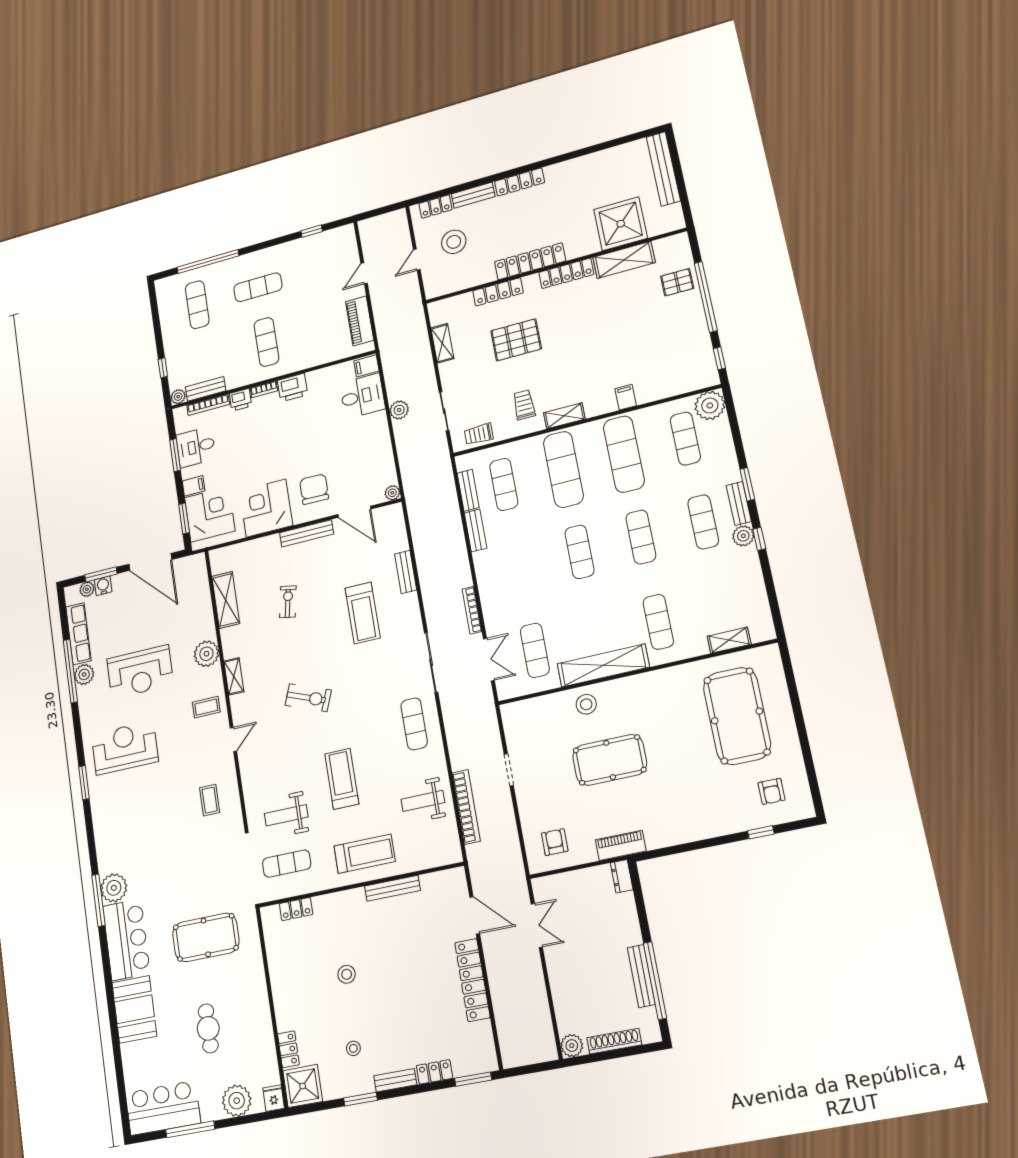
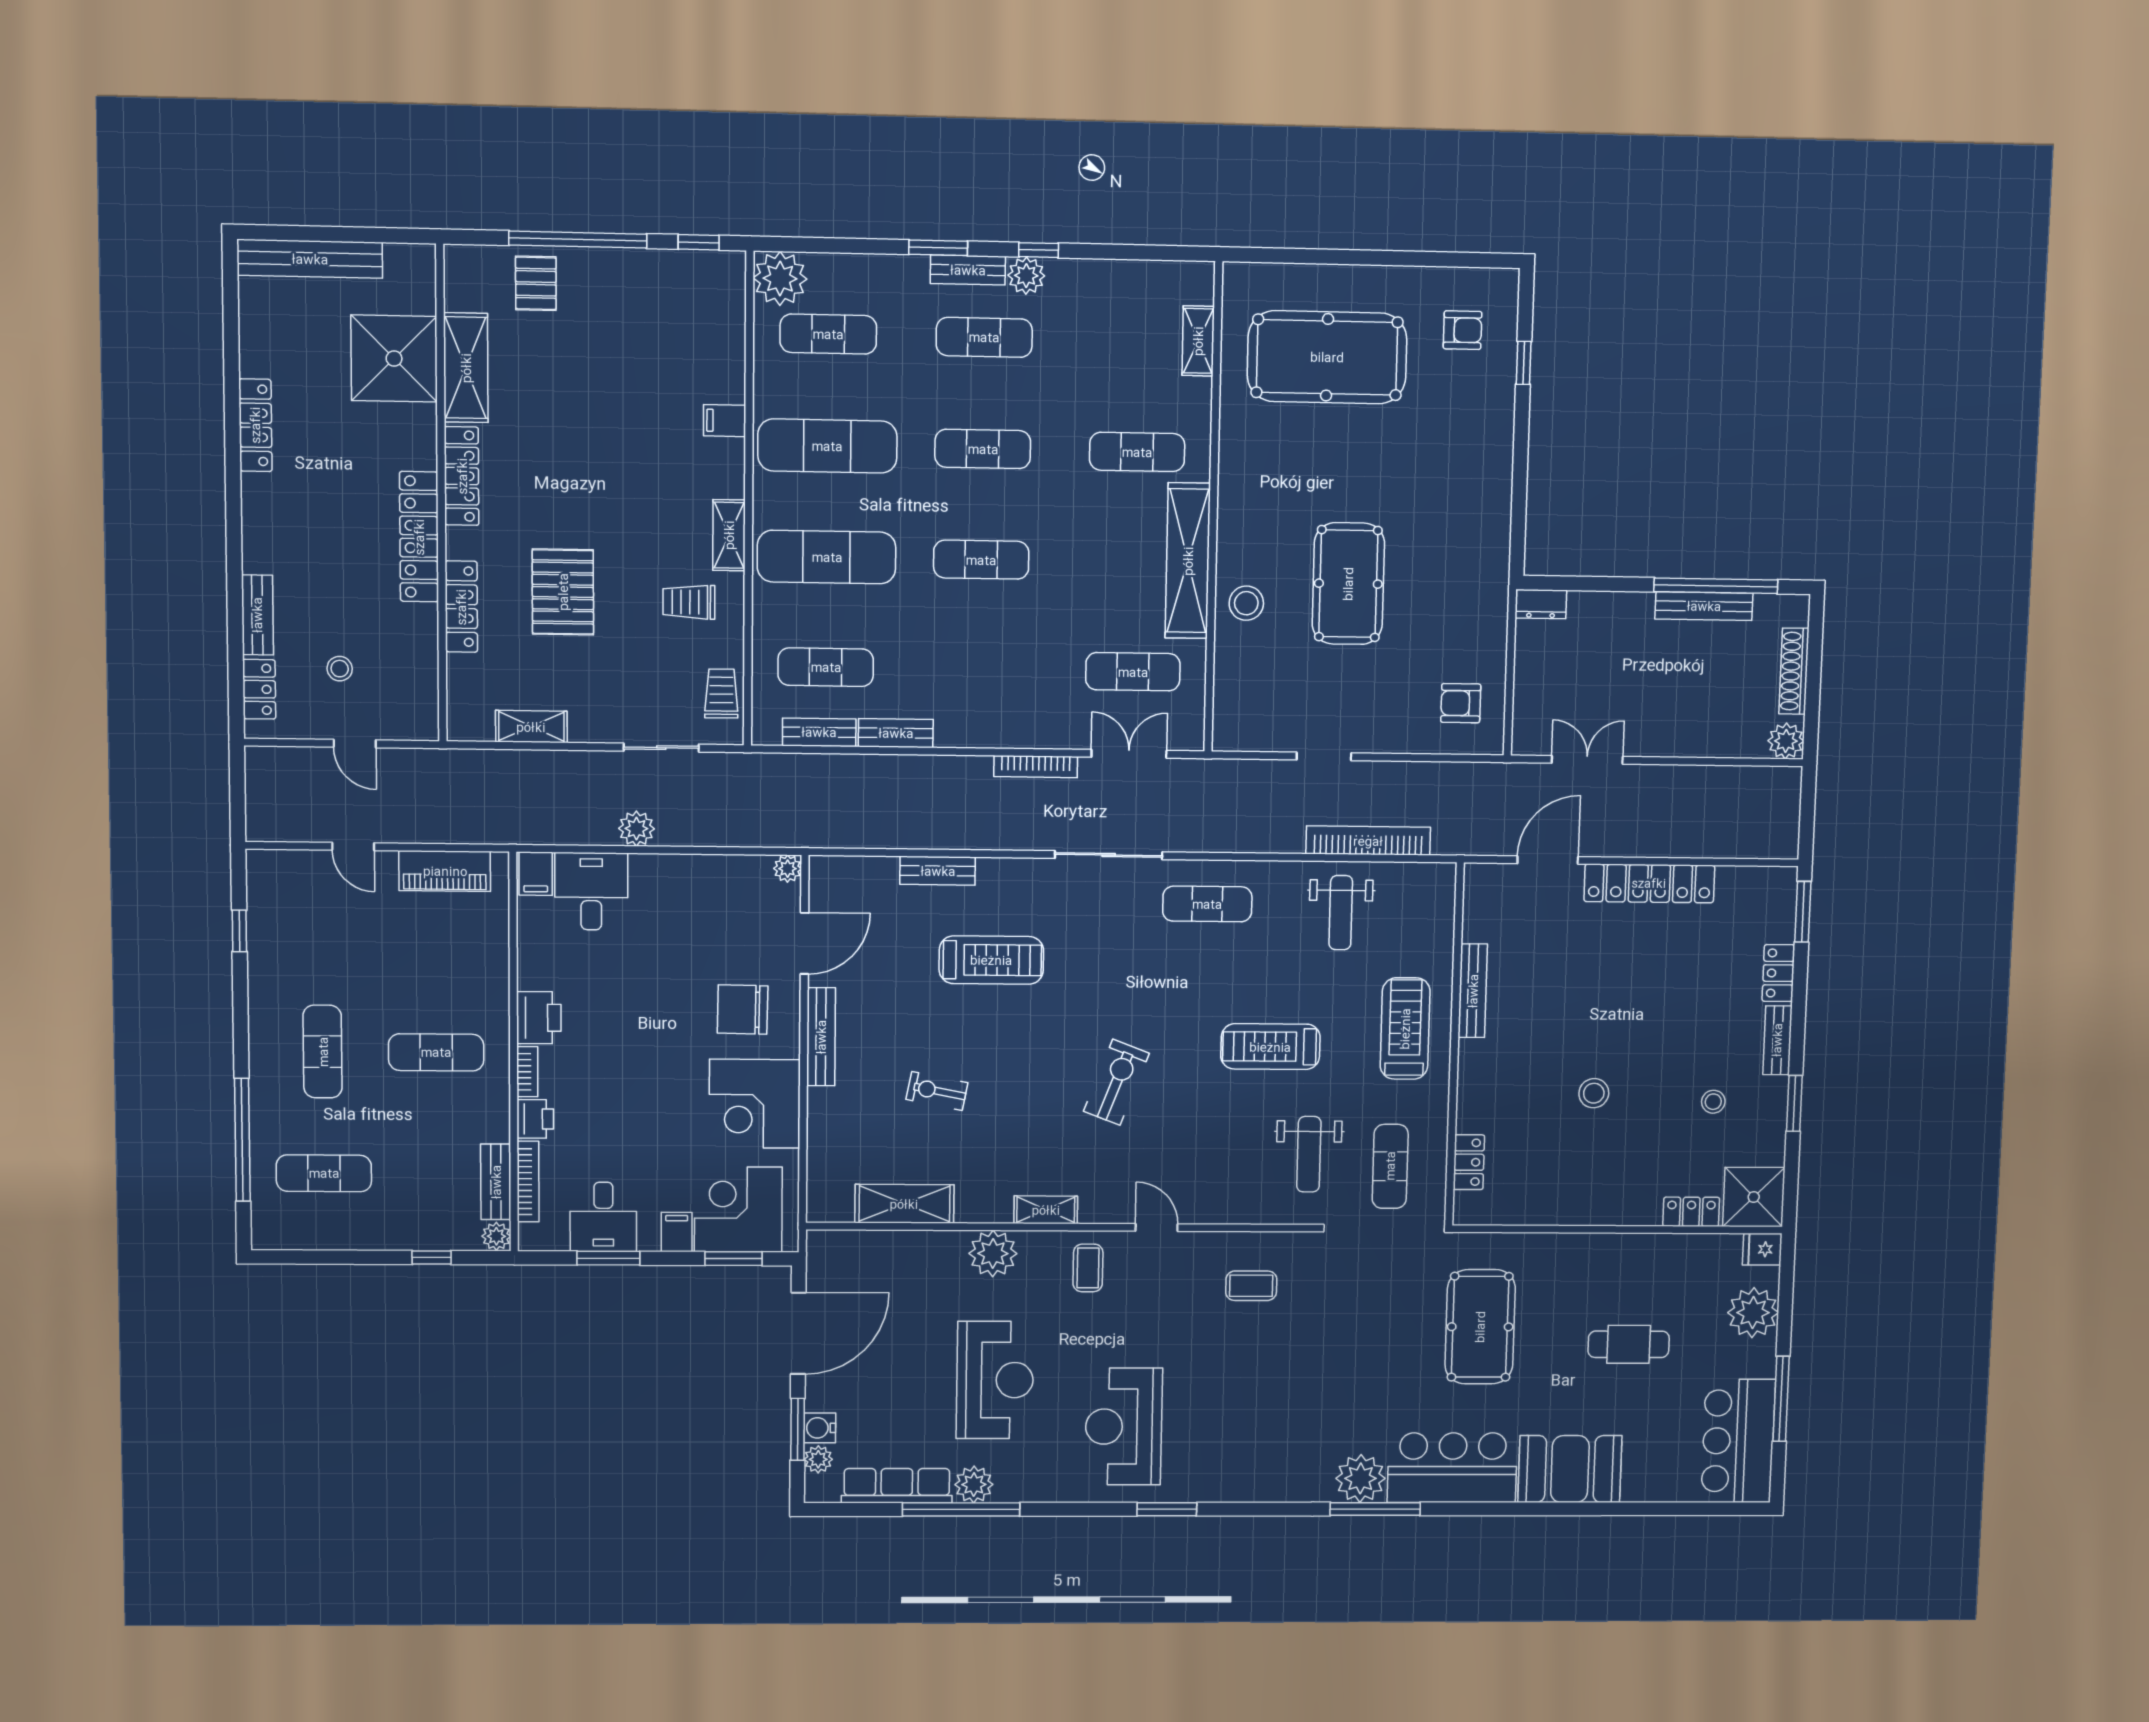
locker: (520, 182) -> (255, 425), moved
stool: (454, 242) -> (340, 669), width x0.53, depth x0.53
trolley: (479, 434) -> (721, 694), turned 180
piano: (621, 845) -> (1491, 595), removed

